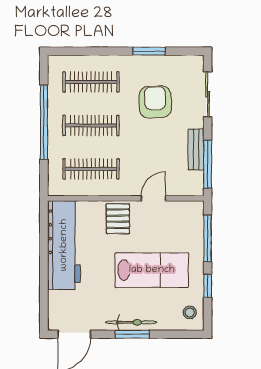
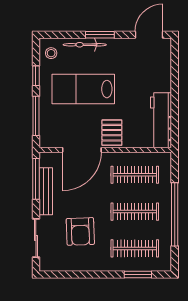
window: (149, 51) -> (138, 275), moved
bench: (196, 149) -> (46, 191), width x1.36
door: (153, 198) -> (82, 150), width x1.88
workbench: (64, 245) -> (161, 120), width x0.73, depth x0.76
bicycle: (131, 322) -> (85, 45), moved

